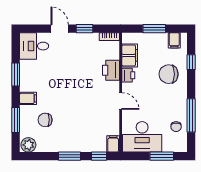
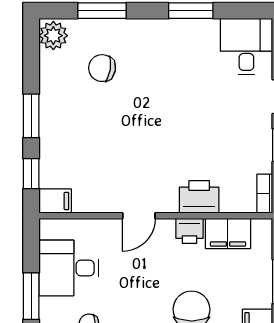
filing cabinet: (28, 98) -> (144, 35), removed
chair: (45, 120) -> (102, 68), turned -81
desk: (142, 137) -> (69, 268), width x0.73

